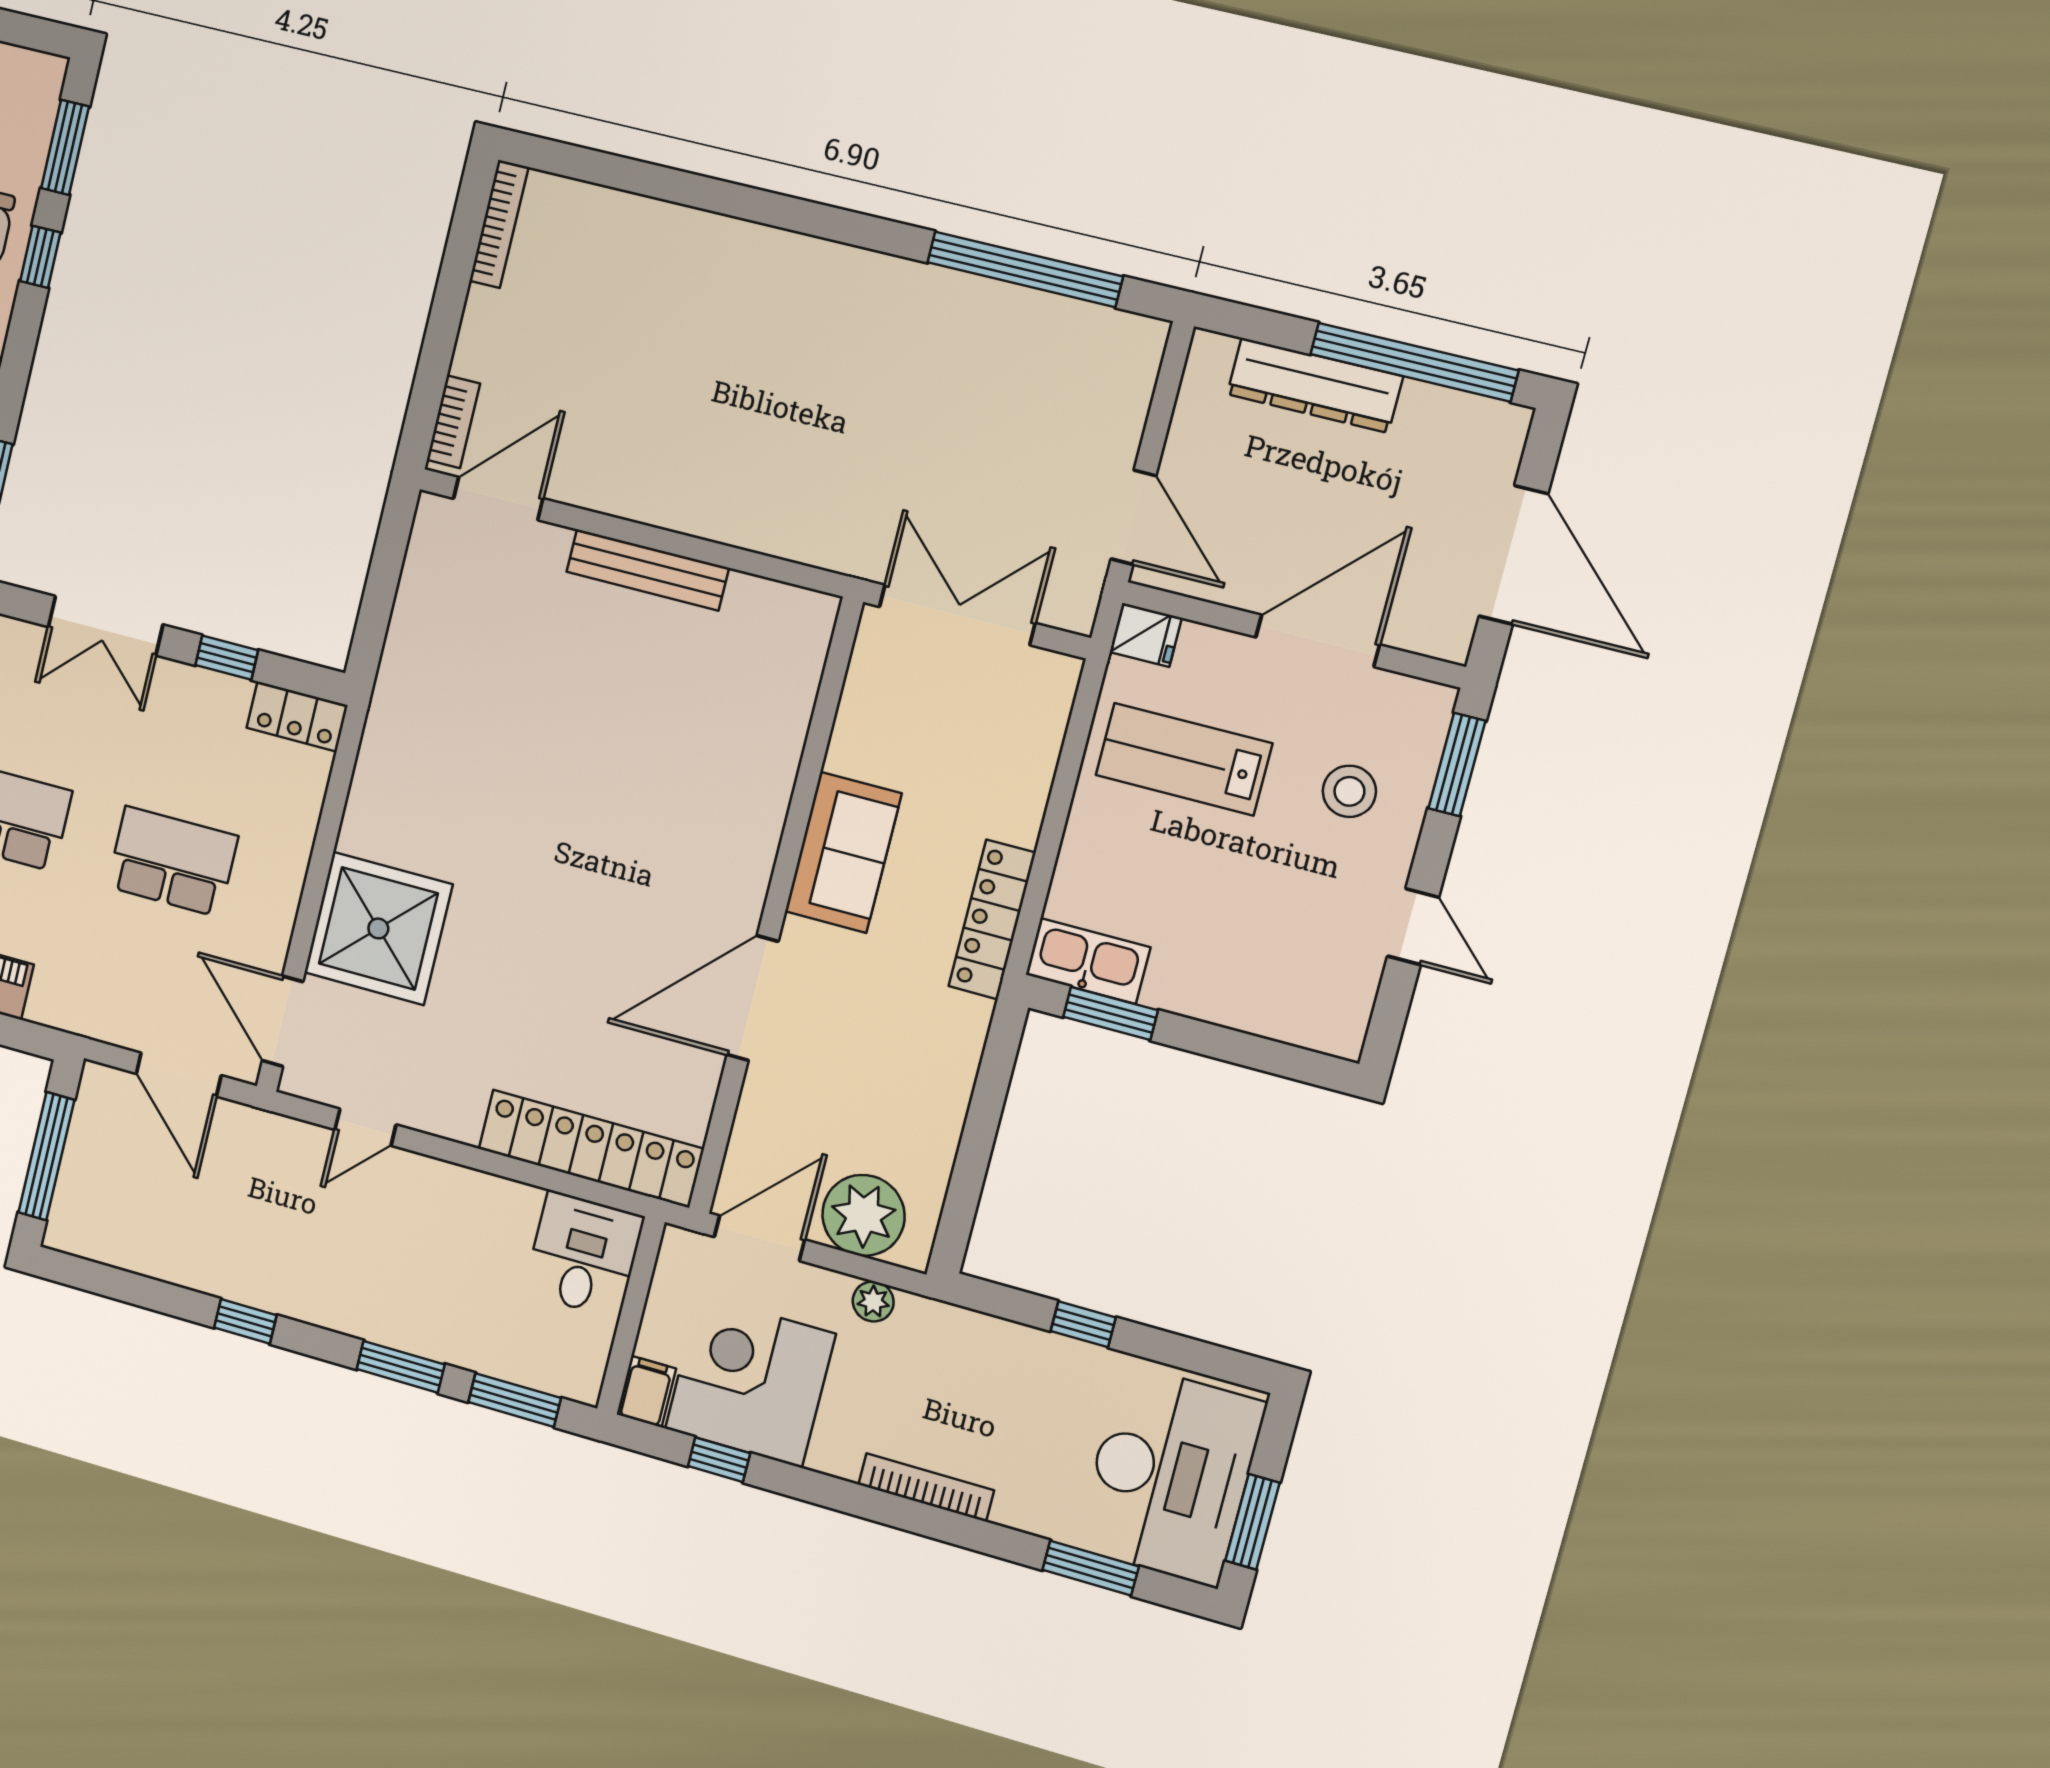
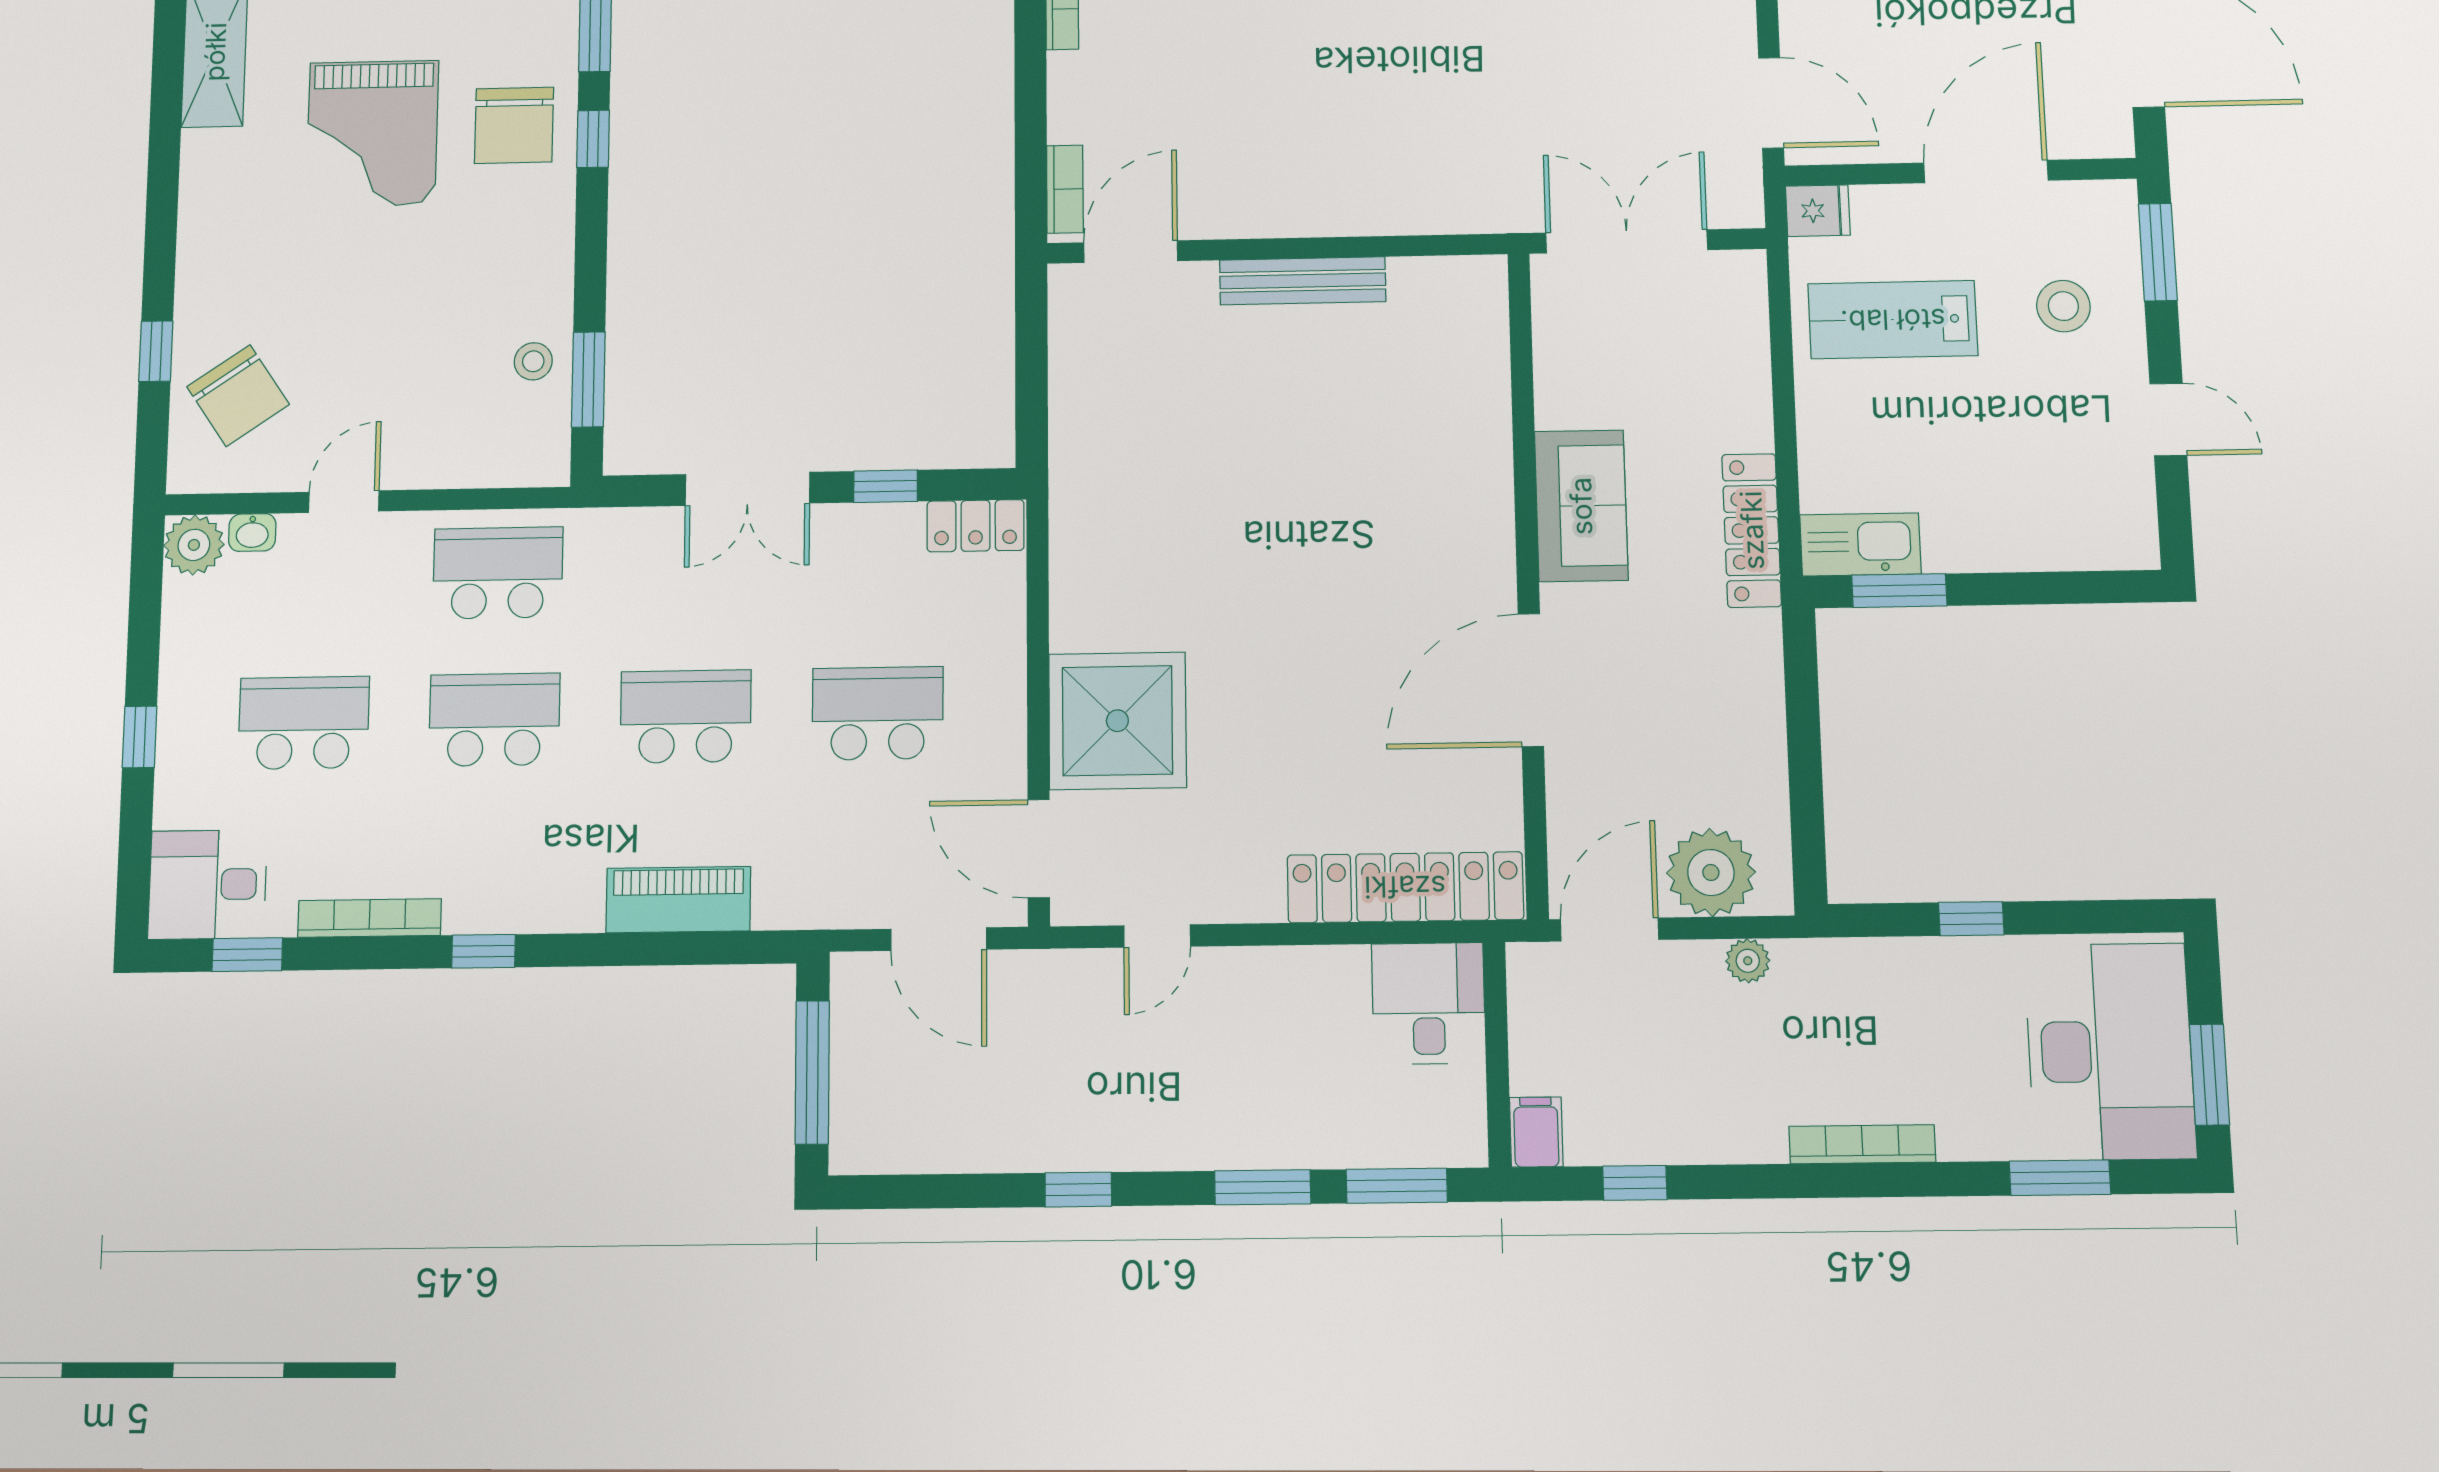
corner desk: (750, 1381) -> (1644, 1087), removed

